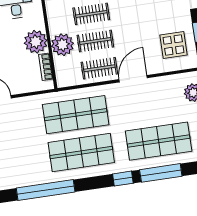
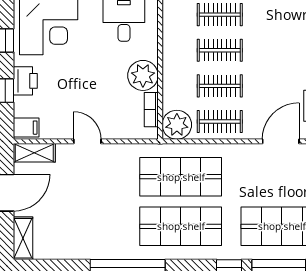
plant: (62, 45) -> (177, 125), moved
door: (133, 79) -> (281, 141), moved

